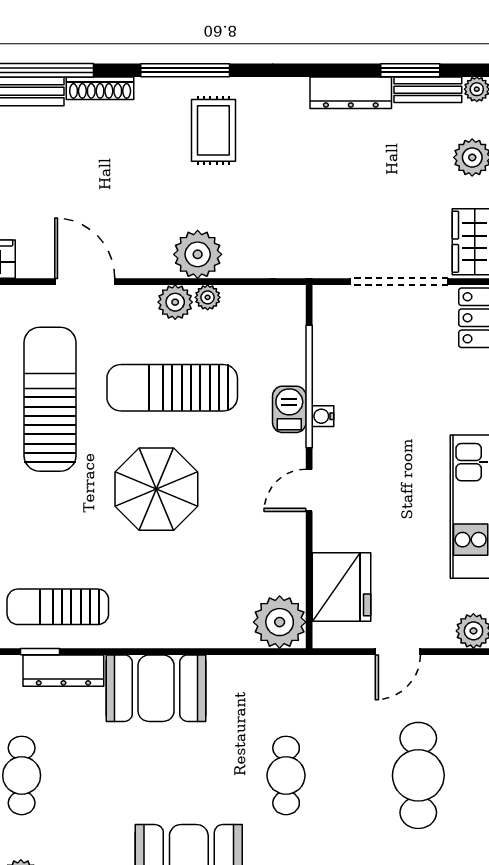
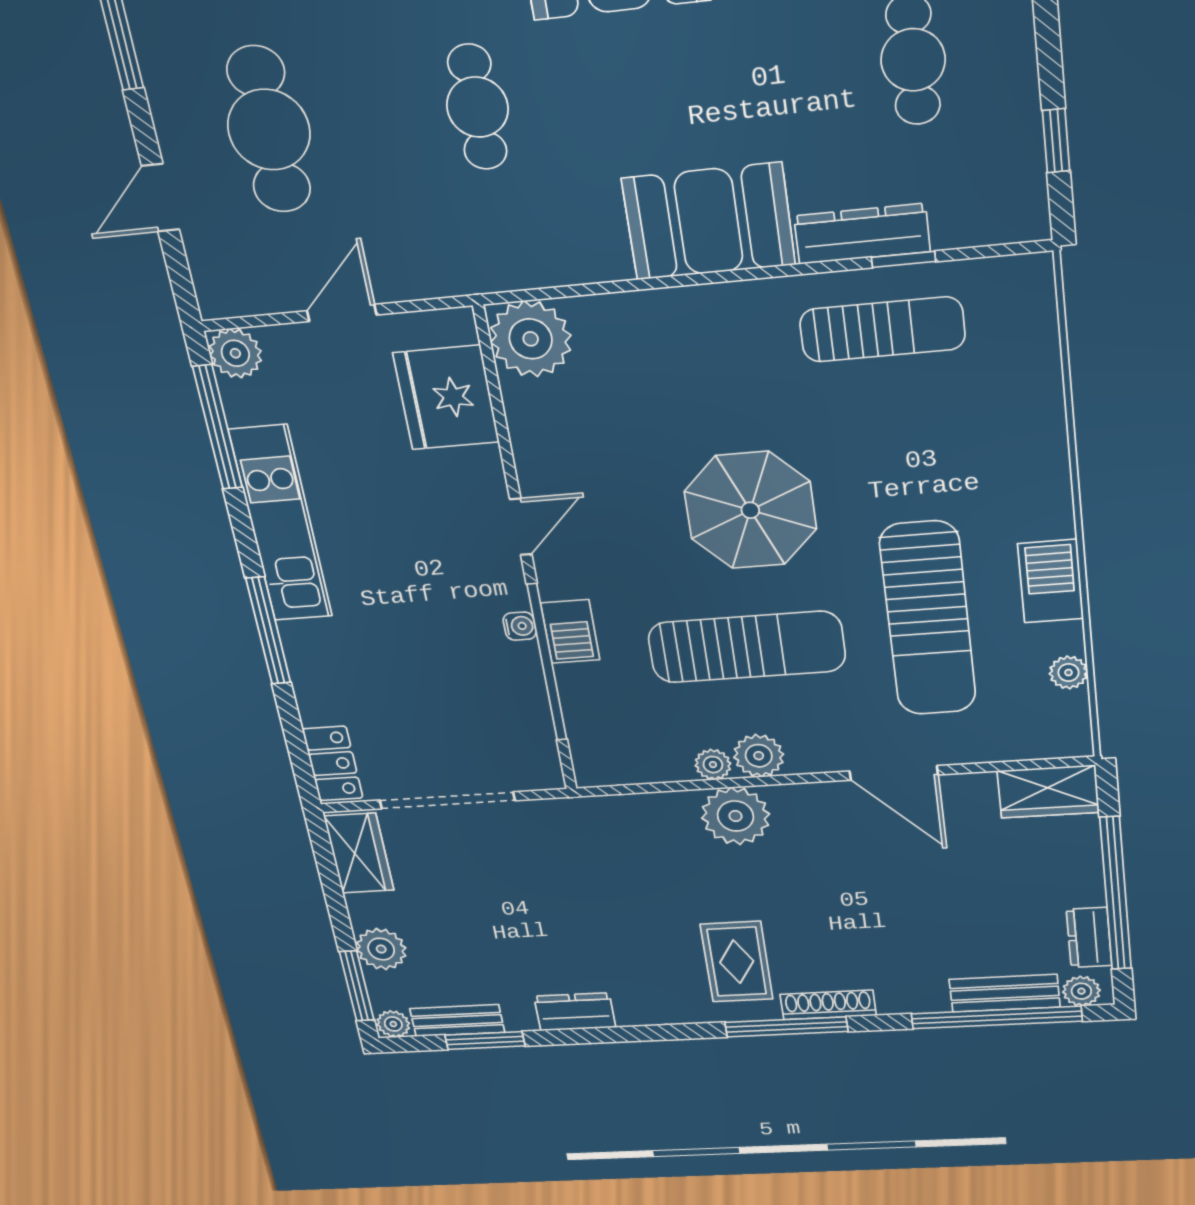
shoe rack: (100, 88) -> (828, 1005), moved
dresser: (351, 93) -> (575, 1012), width x0.70

